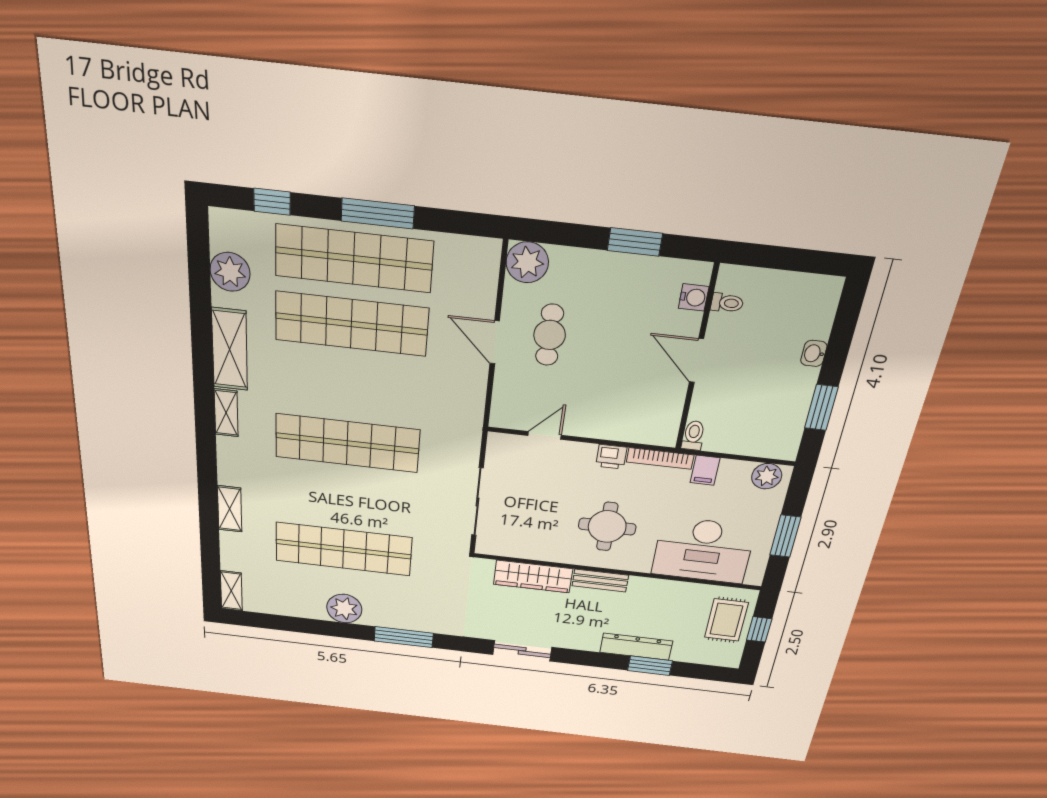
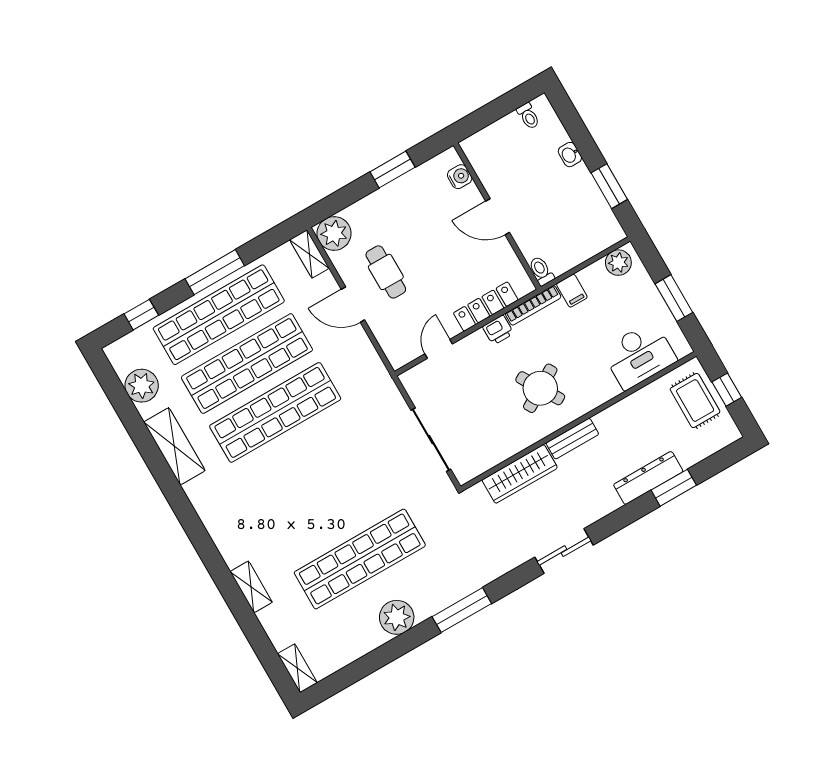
toilet: (727, 303) -> (528, 116), moved, turned 90
shelving: (226, 413) -> (309, 254), moved
locker: (617, 430) -> (486, 306), added
shop shelf: (347, 443) -> (275, 412), moved
round table: (607, 527) -> (540, 388), turned -31
desk: (703, 550) -> (639, 355), width x0.73, depth x0.77

